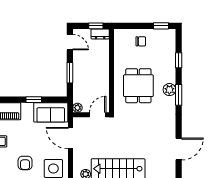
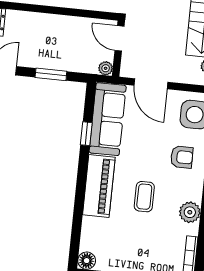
sofa: (51, 112) -> (108, 119), width x1.36
door: (70, 138) -> (151, 84), hinge flipped

